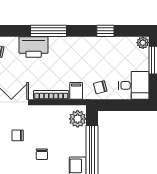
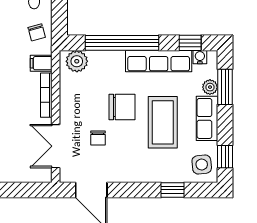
chair: (42, 154) -> (122, 107), width x1.87, depth x1.87

